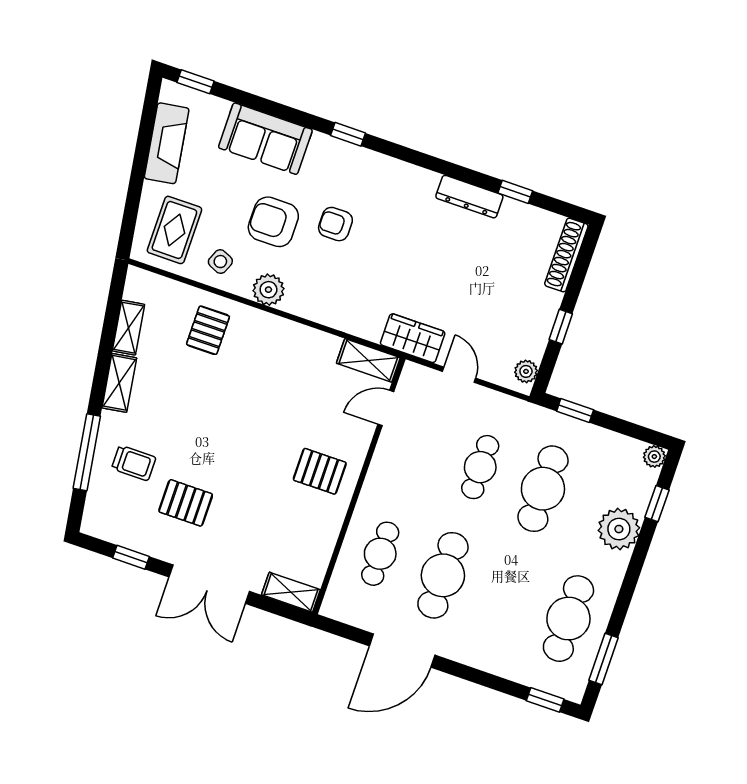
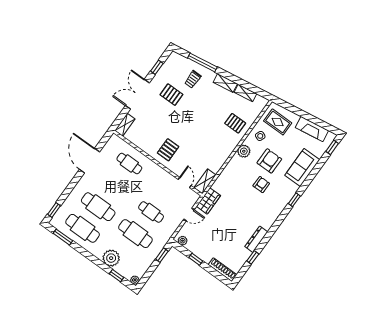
pallet: (186, 503) -> (171, 95), turned 90
cafe table: (443, 575) -> (98, 207), moved

